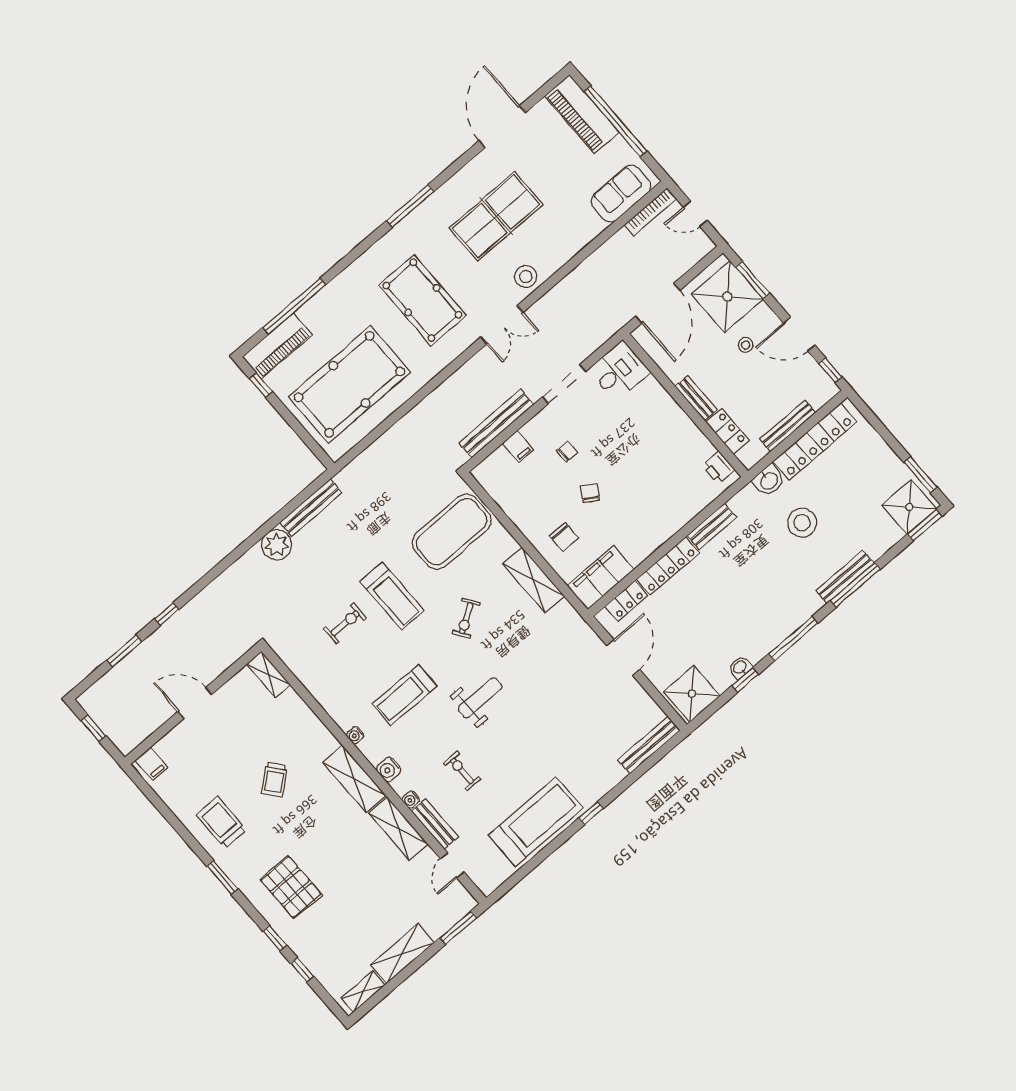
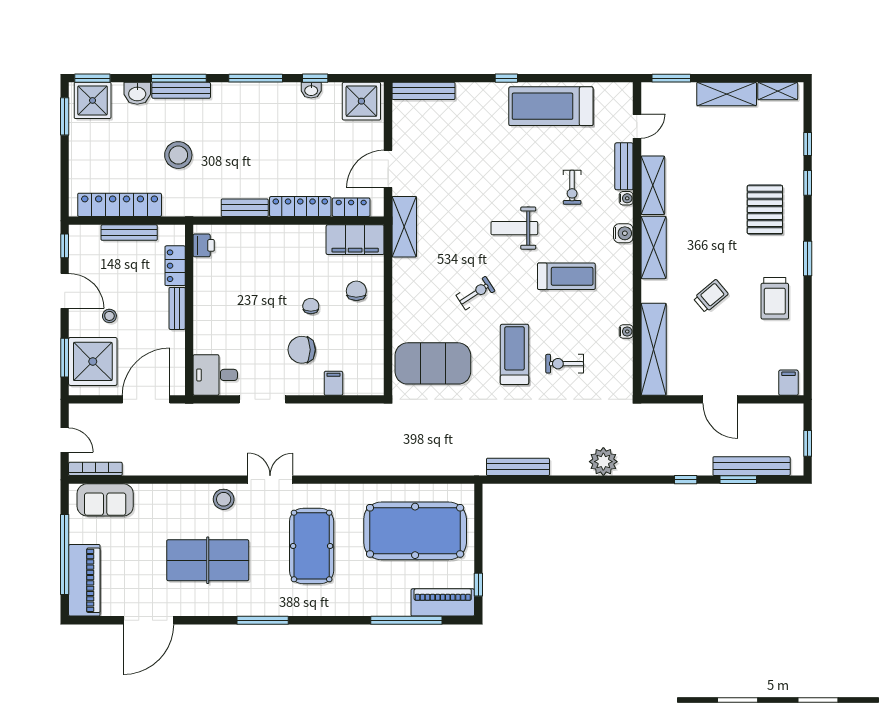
bench: (496, 424) -> (752, 466), moved
chair: (567, 452) -> (302, 350), width x1.87, depth x1.87
washbasin: (769, 480) -> (137, 93), moved, turned 180
chair: (590, 493) -> (311, 306), turned 149
plant: (277, 545) -> (603, 462), moved
shelving: (534, 580) -> (404, 227), moved
shelving: (268, 674) -> (654, 349), width x2.20, depth x1.33
water cooler: (355, 735) -> (626, 332), moved

